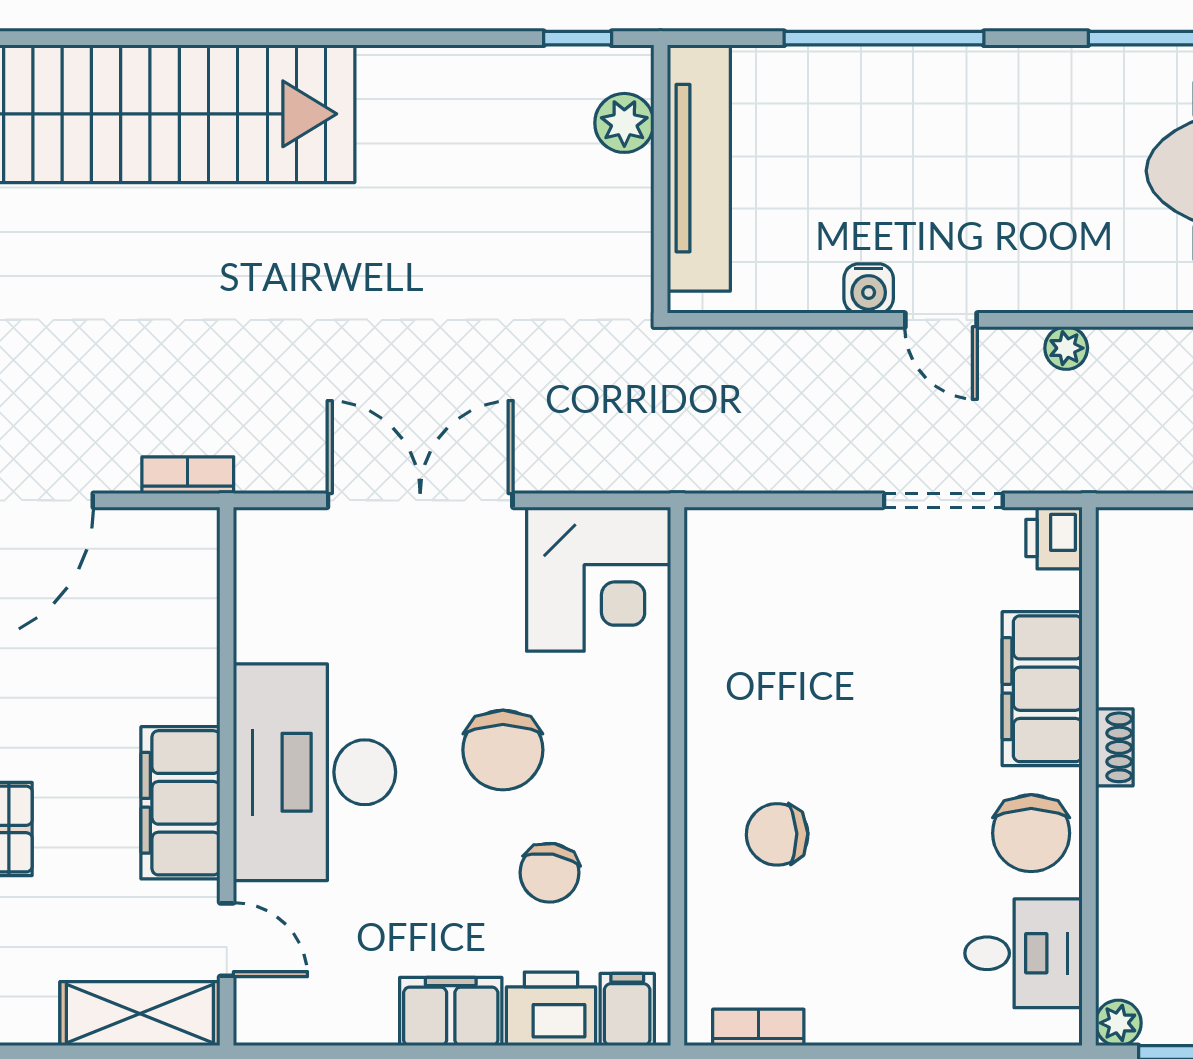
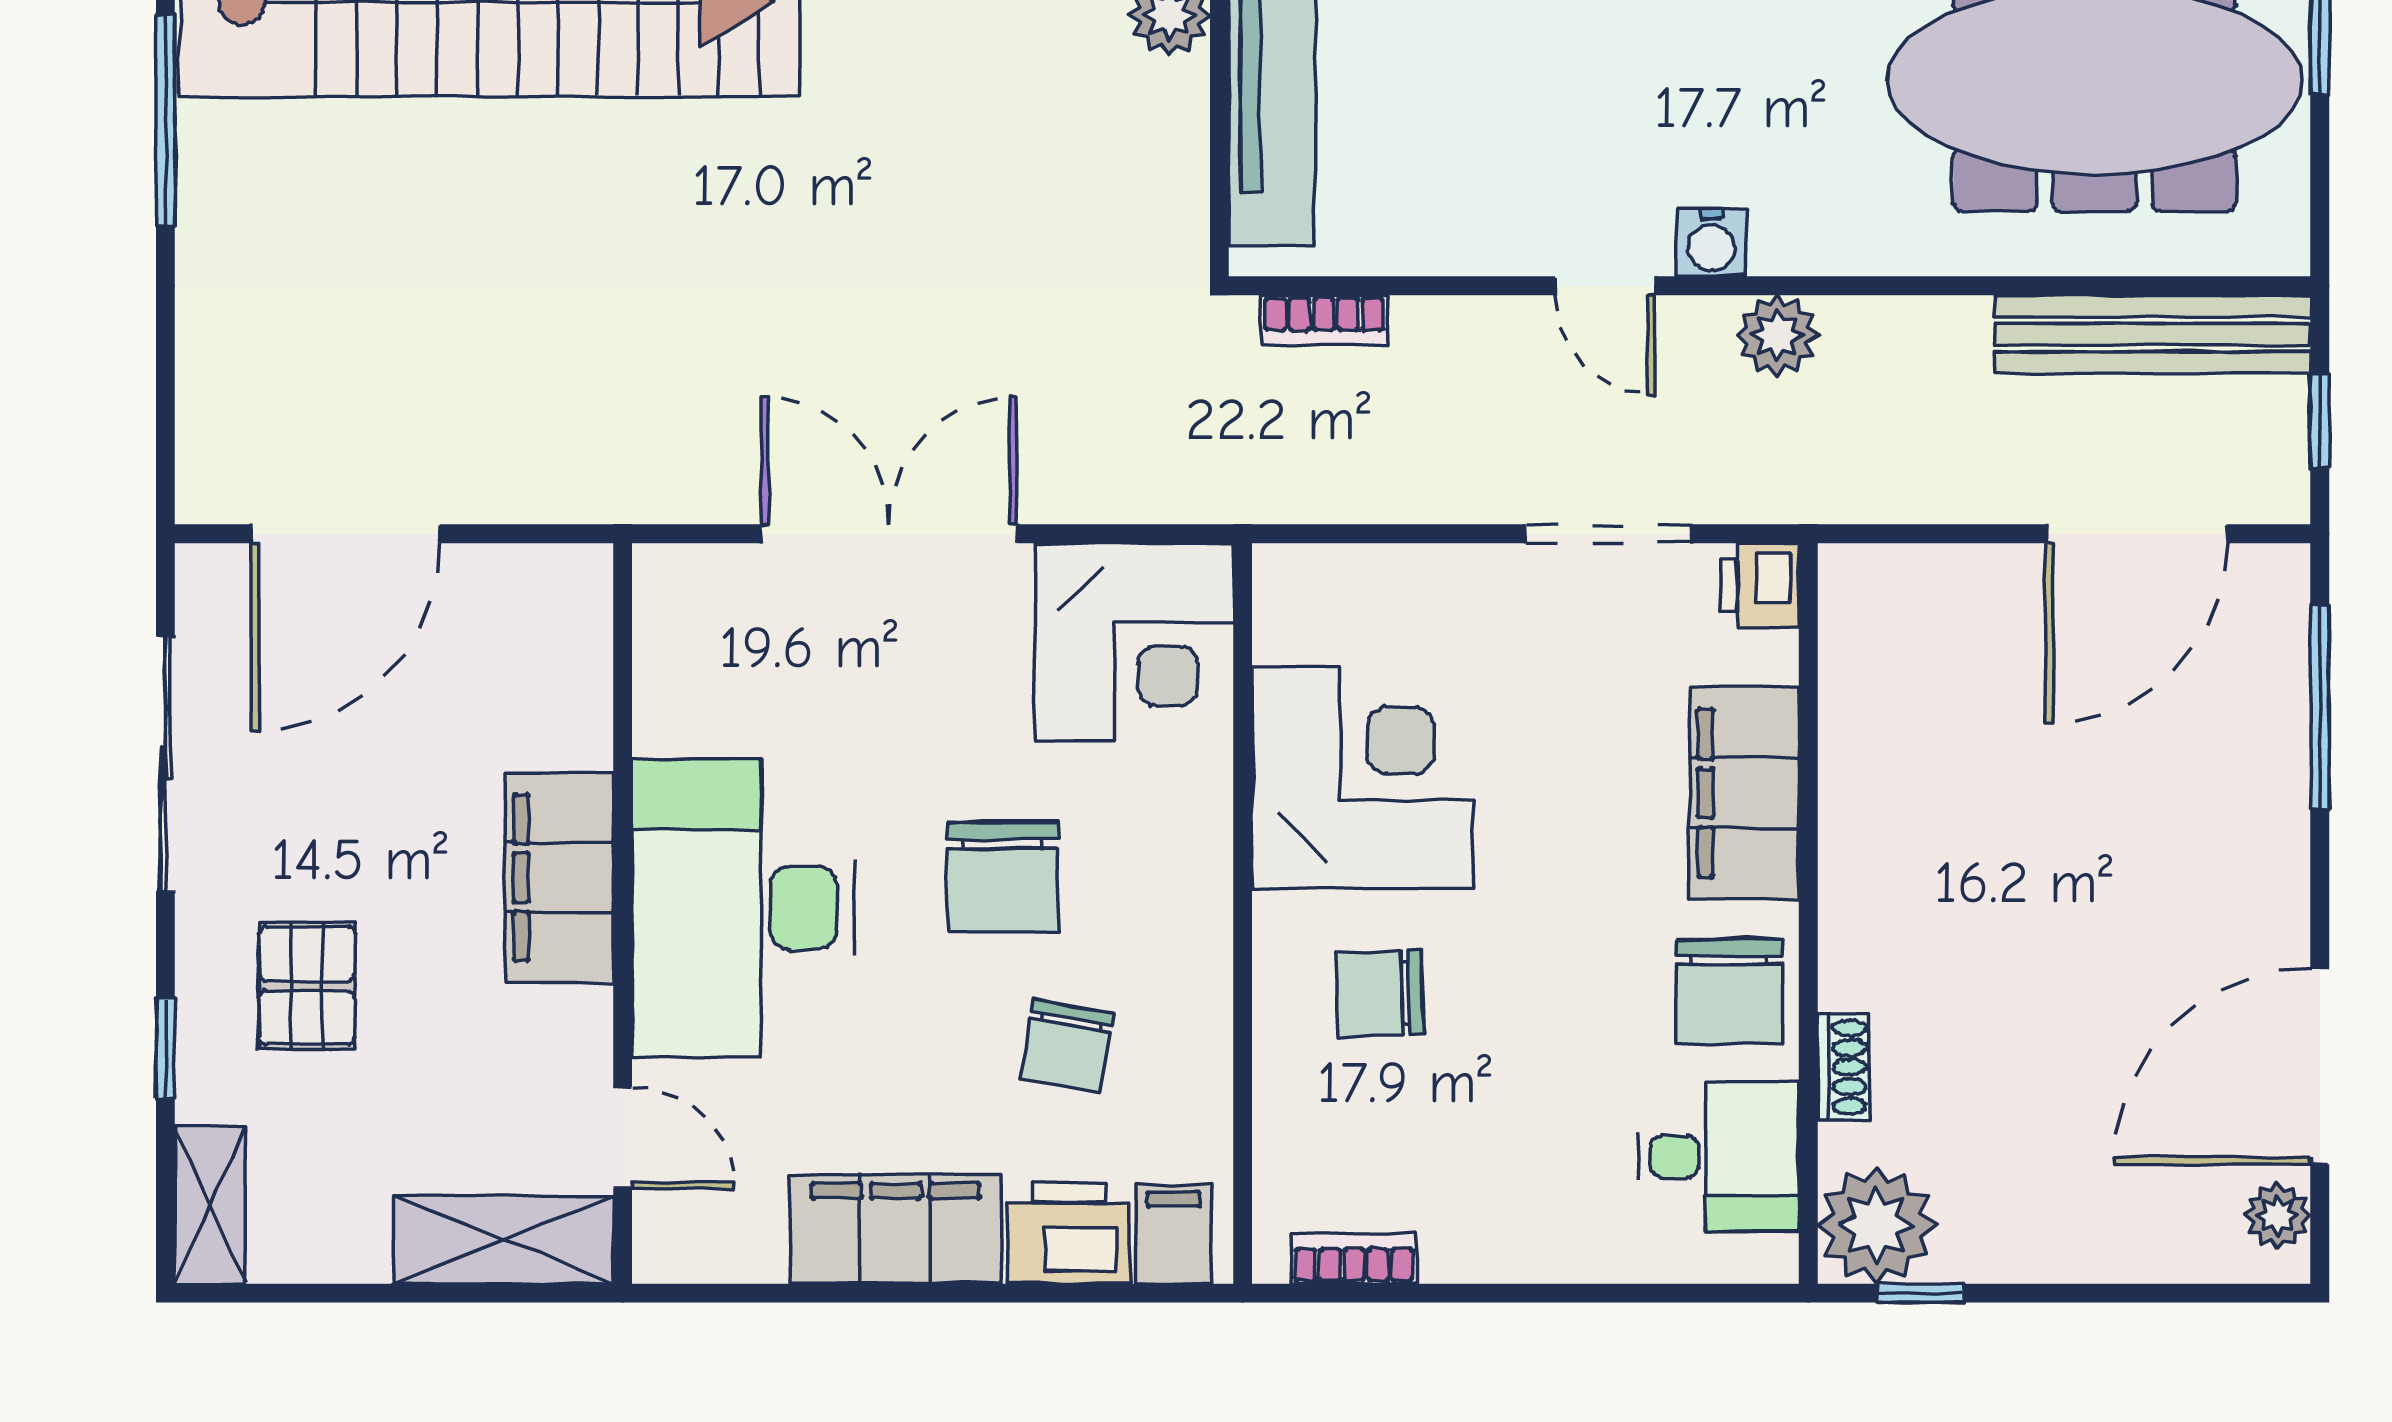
water cooler: (869, 289) -> (1711, 243), moved
plant: (1066, 348) -> (1777, 335), width x1.38, depth x1.38
bookcase: (188, 475) -> (1324, 320), moved, turned 180
corner desk: (765, 678) -> (1363, 778), added
shoe rack: (1114, 747) -> (1843, 1067), moved
filing cabinet: (180, 803) -> (559, 878), moved
filing cabinet: (451, 1012) -> (896, 1229), width x1.50, depth x1.17
plant: (1118, 1023) -> (1876, 1225), width x1.87, depth x1.87

